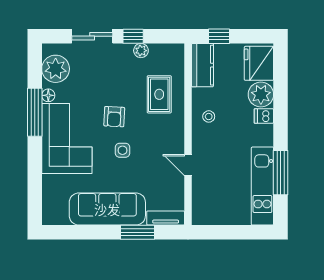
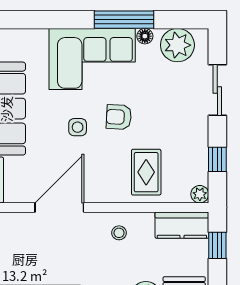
window: (133, 36) -> (217, 159), moved
plant: (141, 51) -> (200, 194), moved
rug: (159, 94) -> (146, 172), turned 90
door: (188, 165) -> (59, 207), width x1.88

